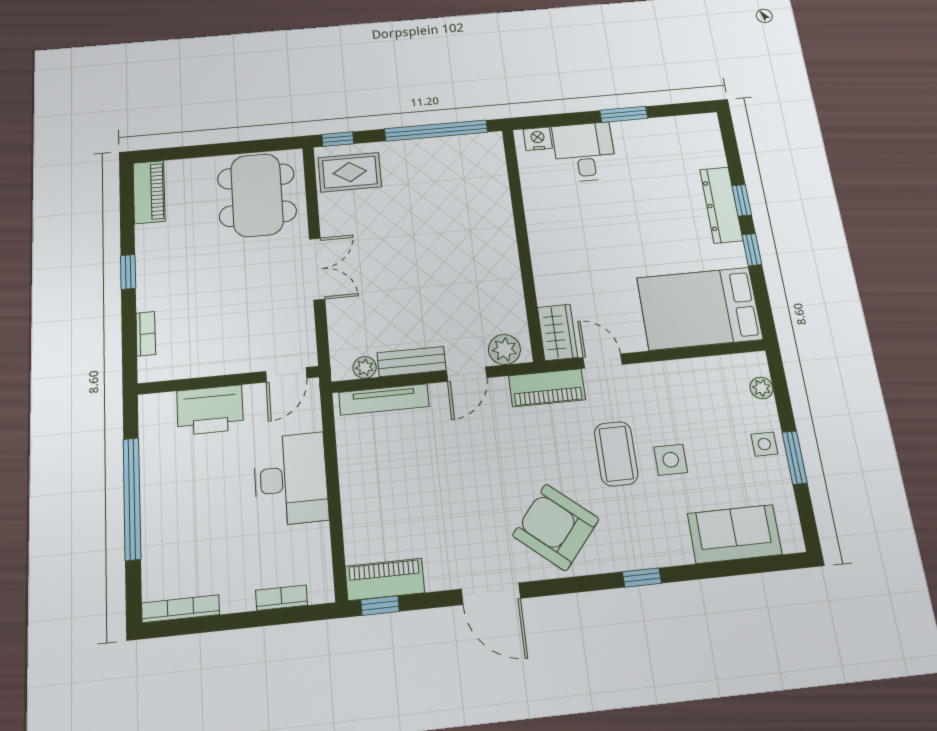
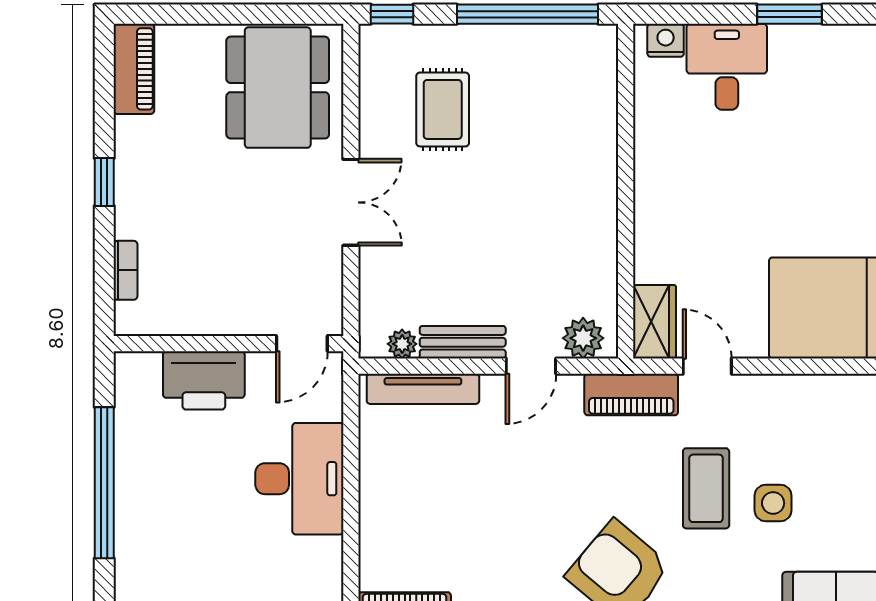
rug: (350, 172) -> (443, 109), moved, turned 90

